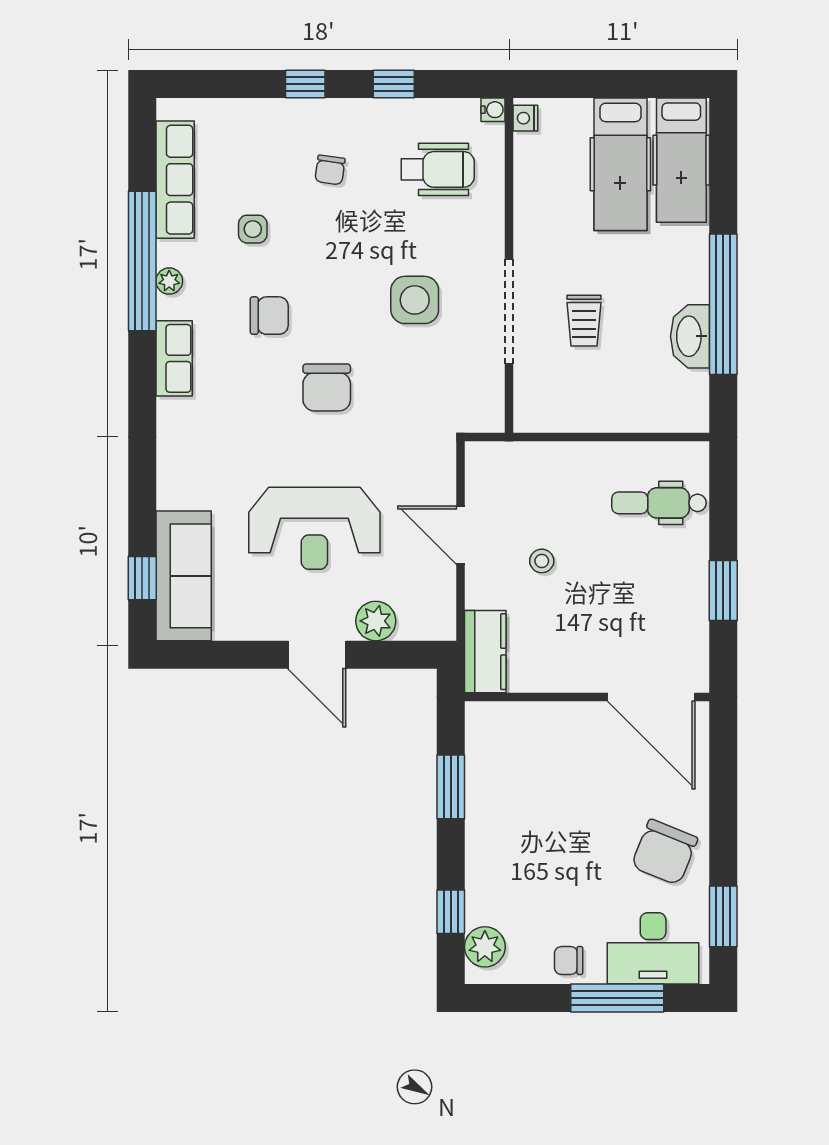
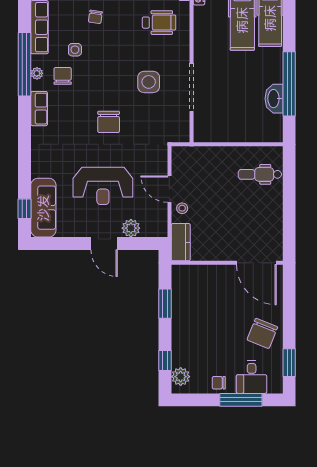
chair: (330, 170) -> (95, 17), moved
chair: (269, 316) -> (63, 76), moved, turned -90
trolley: (584, 321) -> (226, 91), removed
stool: (542, 561) -> (182, 208), moved
window: (723, 591) -> (289, 214), removed
desk: (653, 948) -> (252, 377), width x0.73

